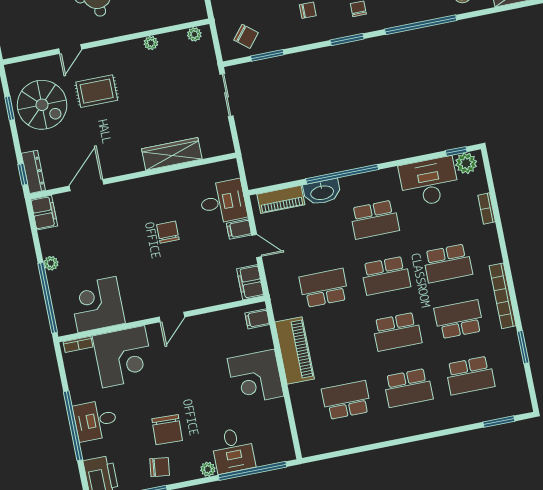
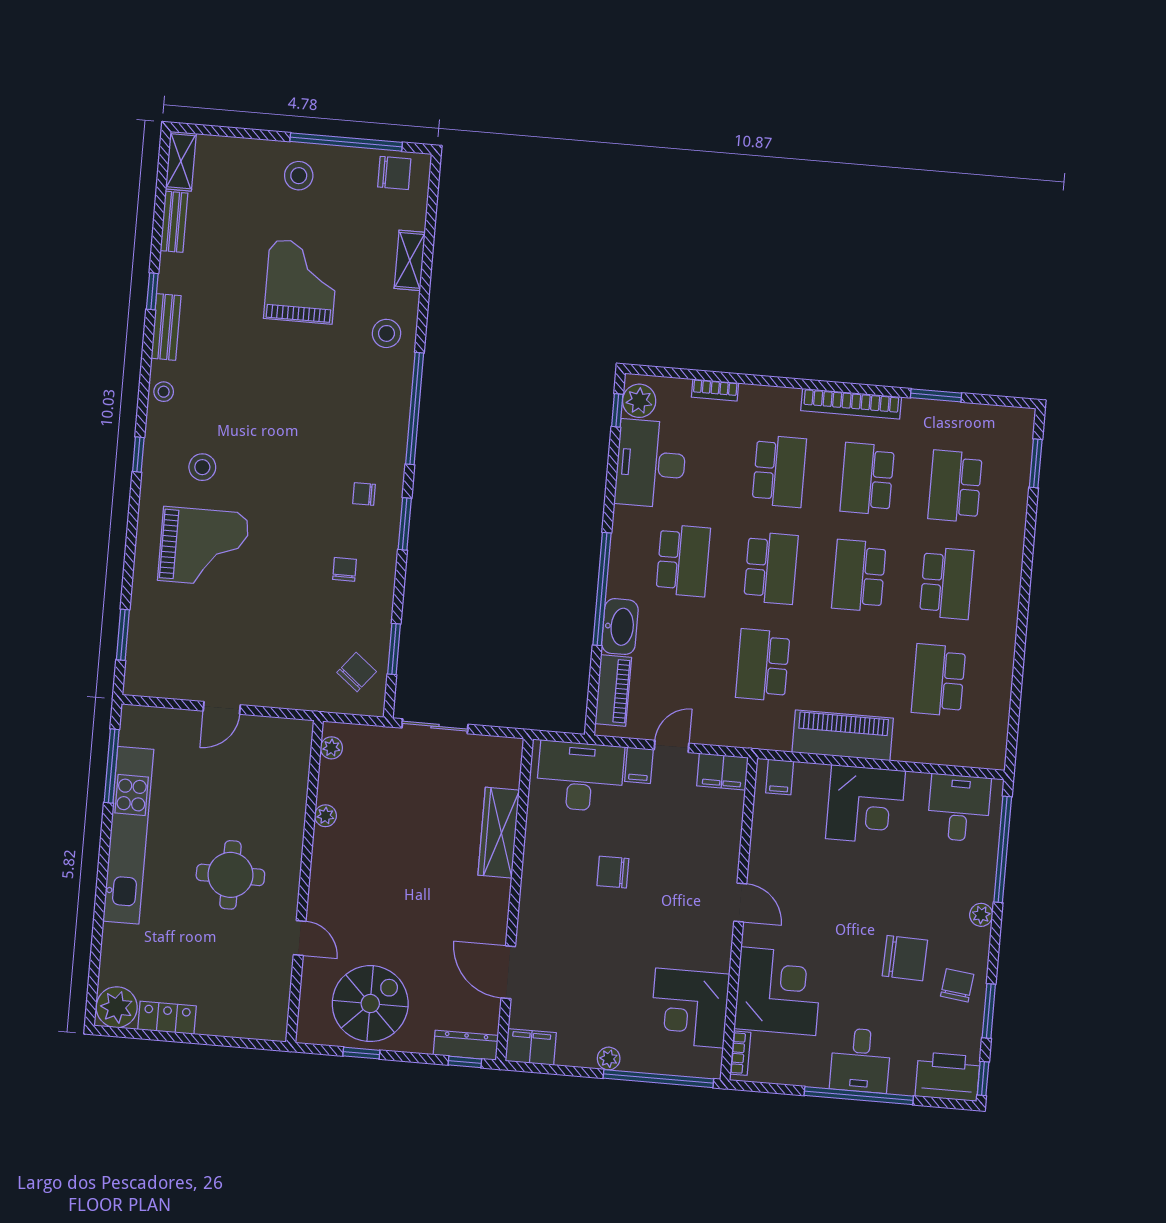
rug: (97, 91) -> (373, 917), removed
desk: (223, 202) -> (580, 776), width x1.37
school desk: (397, 332) -> (859, 576), turned 180
school desk: (470, 375) -> (955, 486), turned 180
desk: (233, 450) -> (959, 808), moved, turned -90

